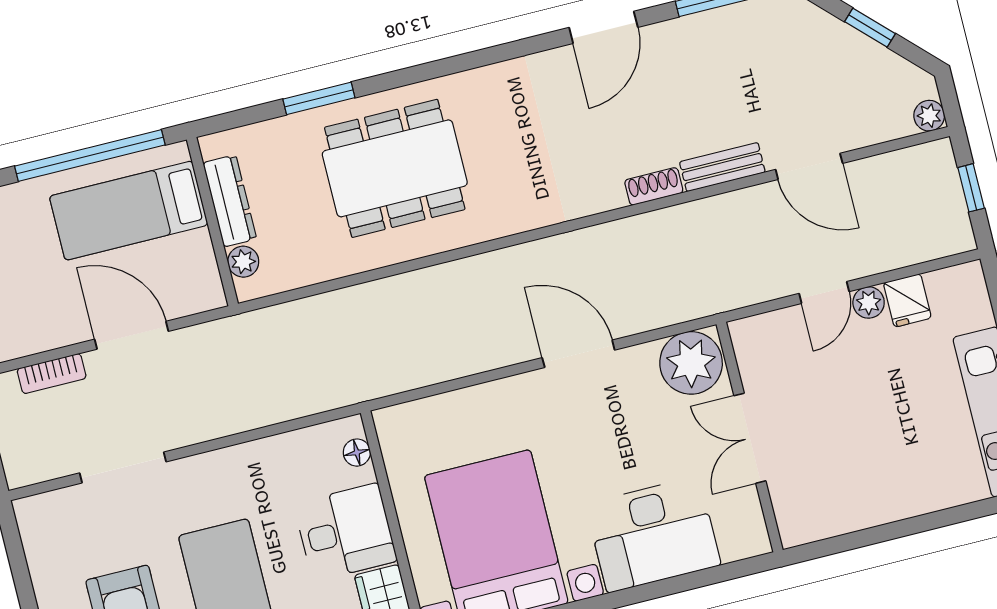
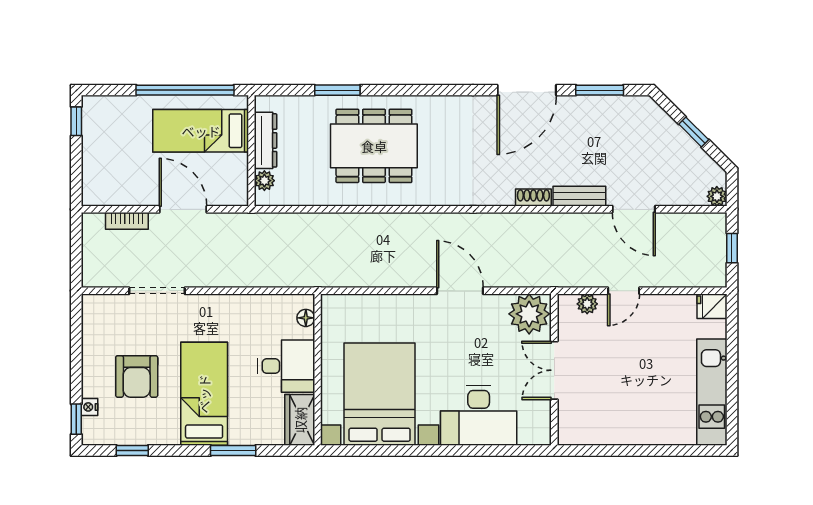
door: (603, 27) -> (527, 90), width x1.36
fridge: (907, 300) -> (712, 306), moved, turned 90
plant: (869, 302) -> (587, 304), moved

